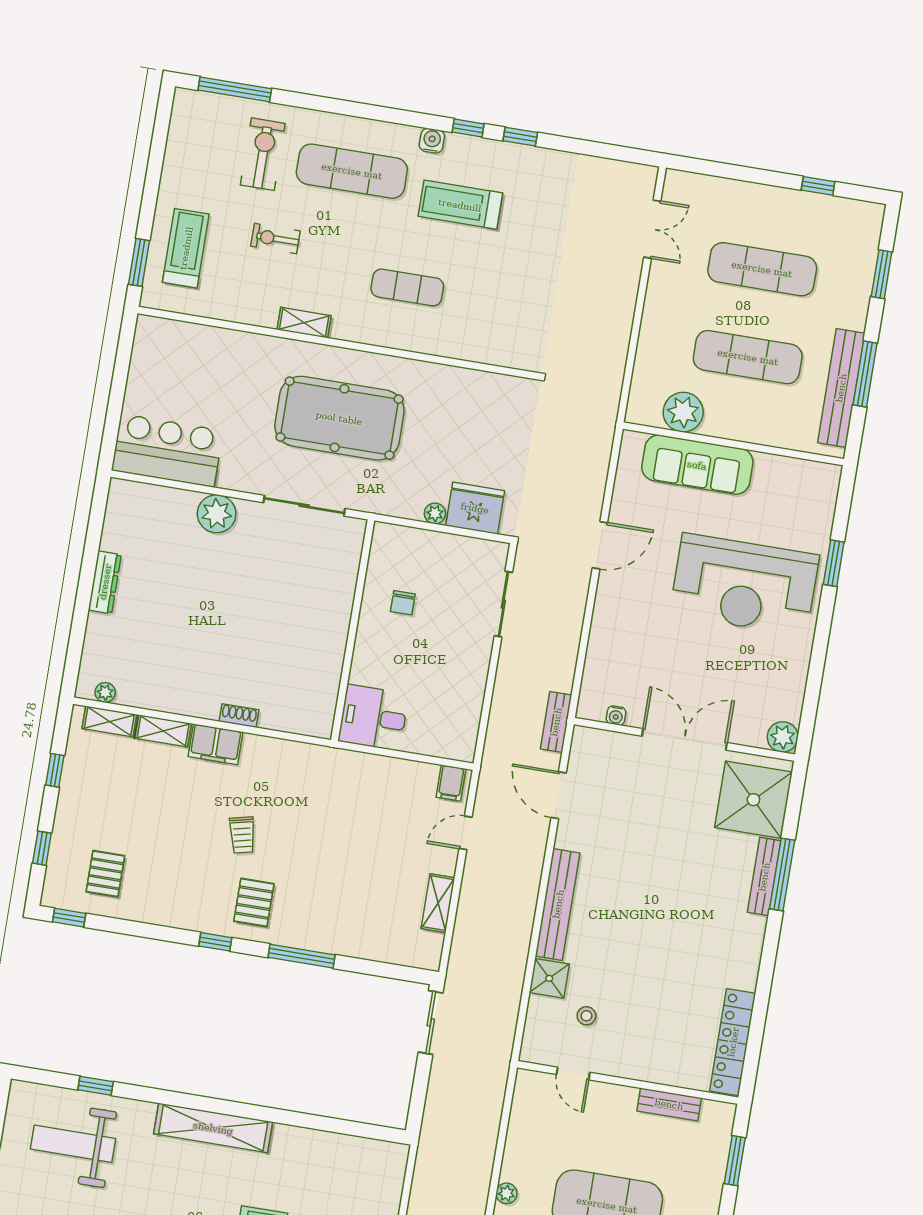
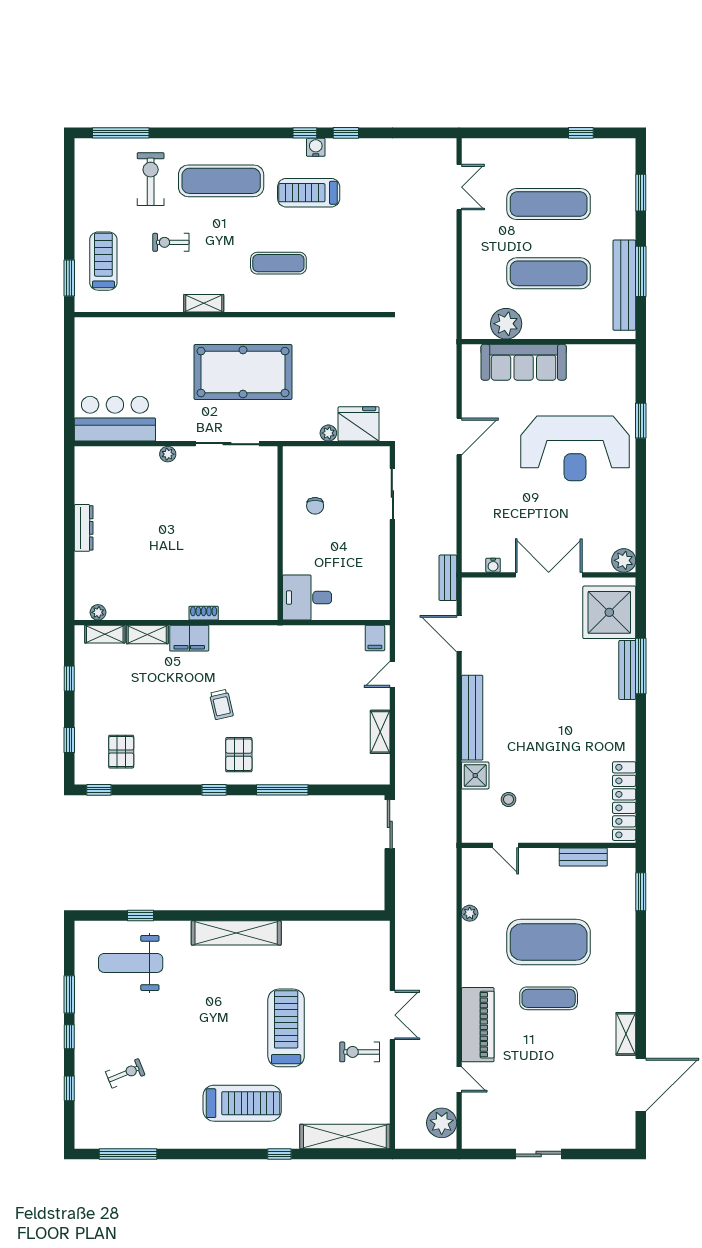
water cooler: (432, 141) -> (316, 147), moved
plant: (217, 514) -> (168, 454), width x0.53, depth x0.53
plant: (506, 1193) -> (470, 913), moved

